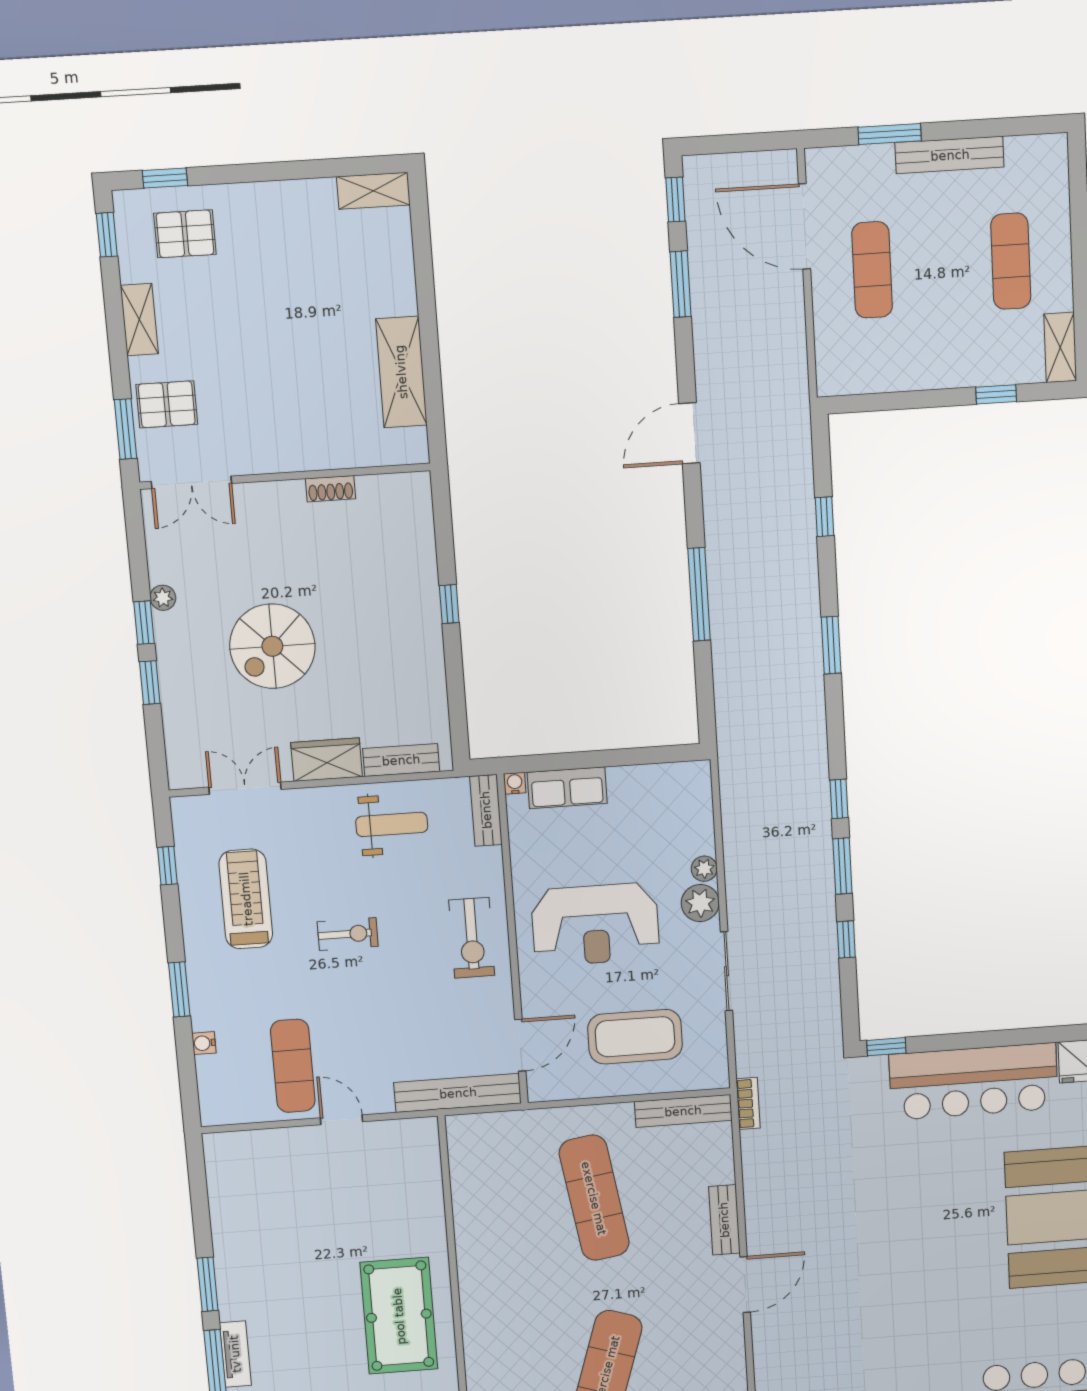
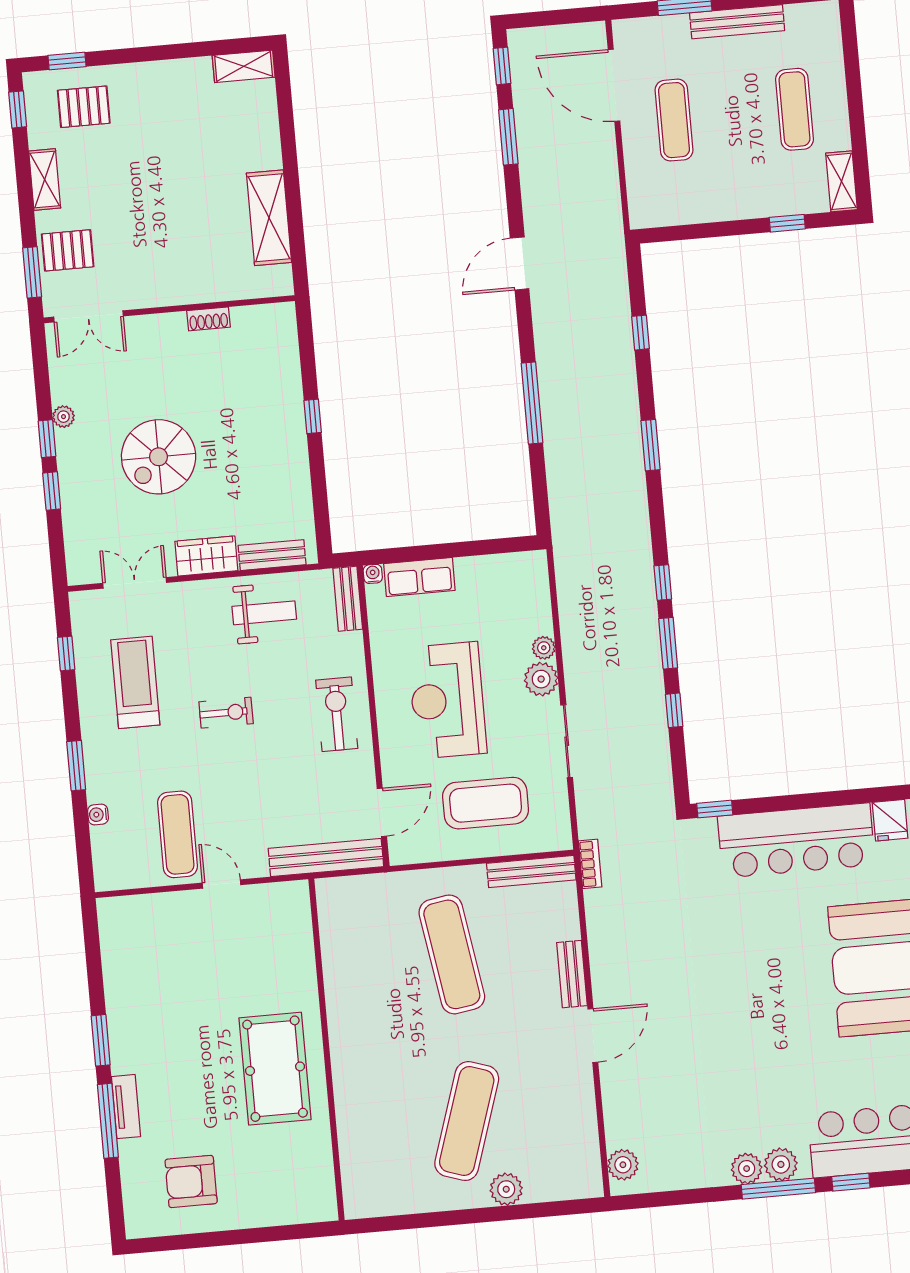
reception desk: (595, 924) -> (447, 700), turned 90
exercise bike: (472, 938) -> (337, 714), turned 180

